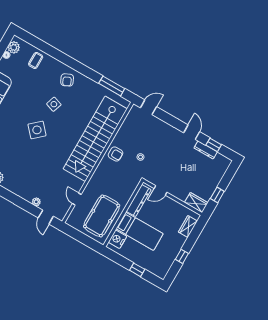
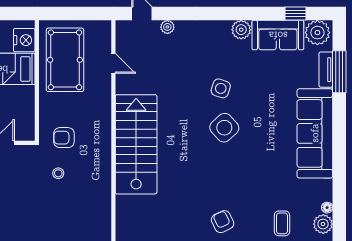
side table: (54, 104) -> (221, 88), moved
stairs: (95, 139) -> (136, 144), width x0.73
armchair: (115, 154) -> (64, 138), moved
dresser: (139, 201) -> (26, 111), removed

